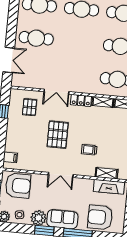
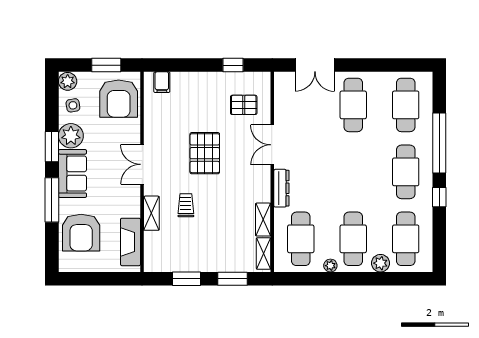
dresser: (84, 89) -> (281, 188), added
locker: (81, 100) -> (262, 185), removed
pallet: (58, 135) -> (205, 153), turned 90
shelving: (106, 173) -> (151, 213), moved
armchair: (100, 217) -> (81, 233), turned 180

